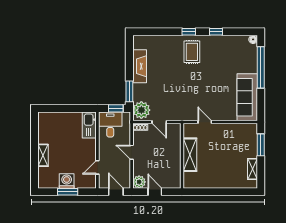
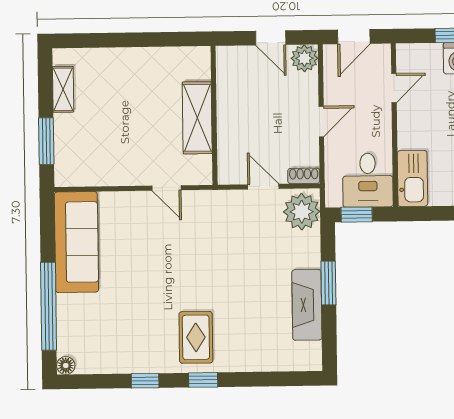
window: (129, 91) -> (328, 283), moved
door: (132, 152) -> (321, 121), hinge flipped
door: (116, 192) -> (354, 37), hinge flipped

